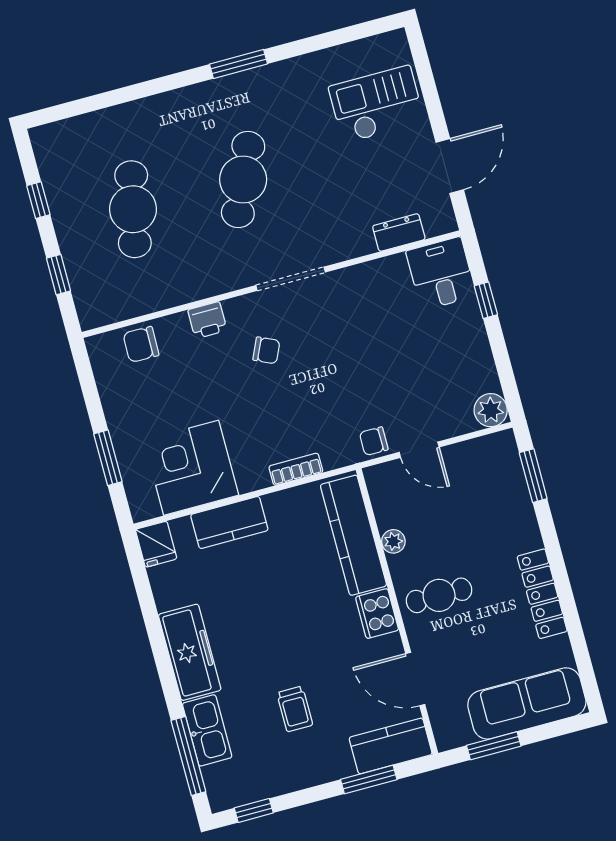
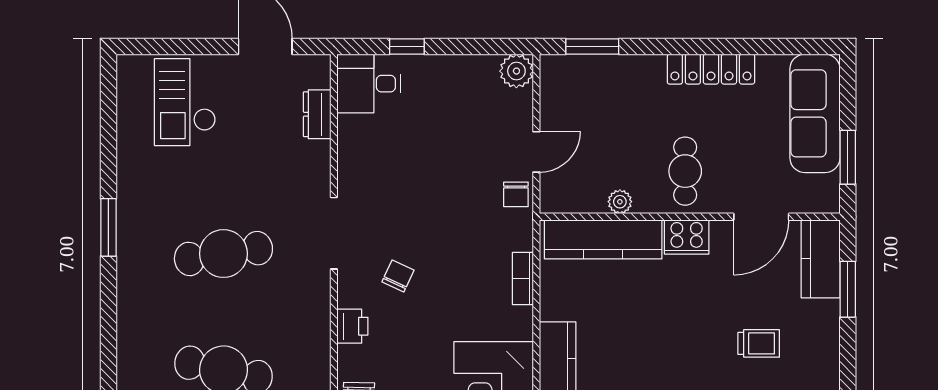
cafe table: (243, 179) -> (223, 254), turned -33

